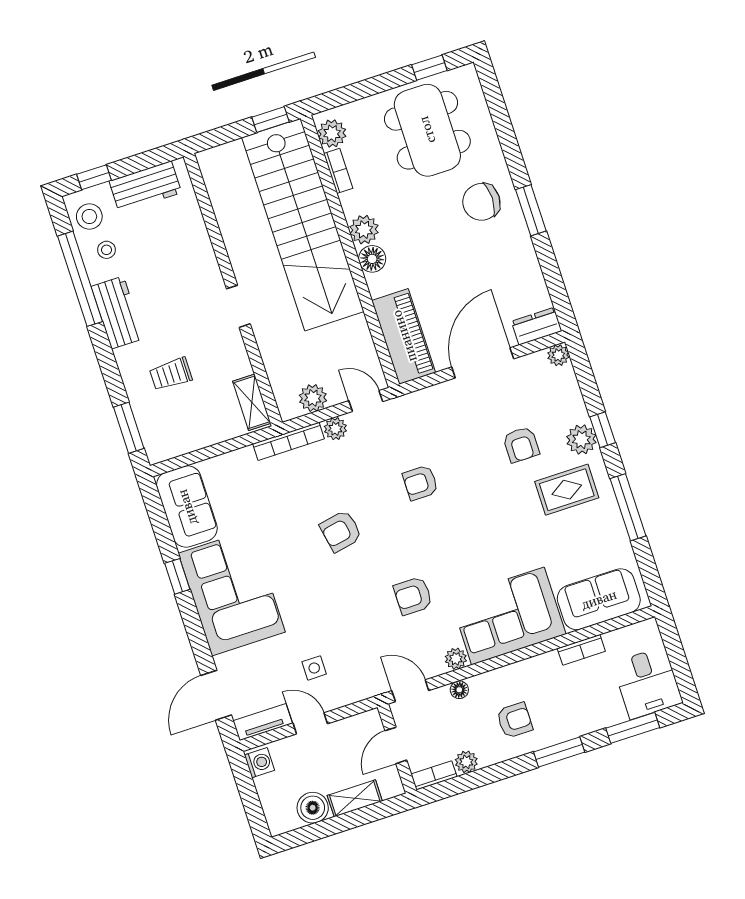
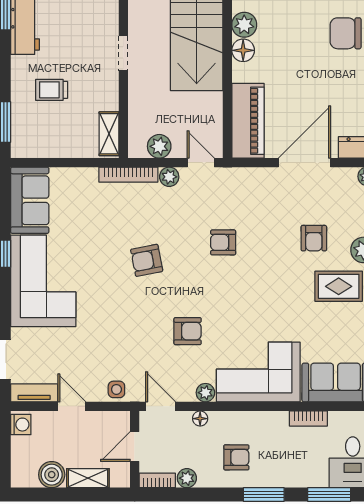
armchair: (413, 596) -> (188, 331), turned 180
side table: (314, 668) -> (116, 389), moved

